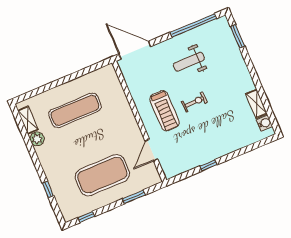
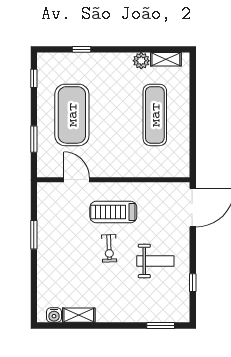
window: (193, 25) -> (193, 283), width x0.32
weight bench: (189, 62) -> (155, 261), turned 90
window: (208, 165) -> (34, 235), width x1.50

